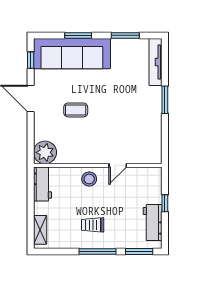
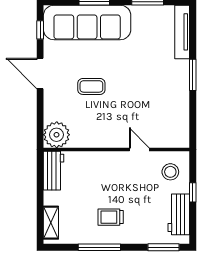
door: (118, 165) -> (139, 149), swing flipped
stool: (89, 179) -> (170, 172), moved
window: (98, 251) -> (99, 247), moved

